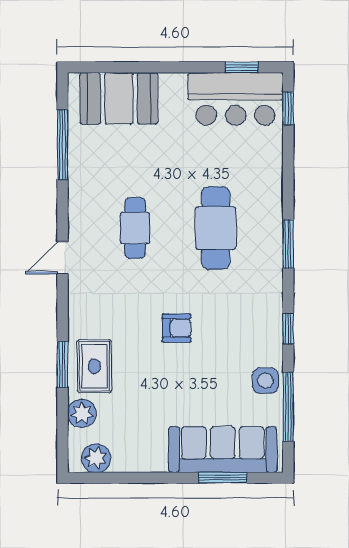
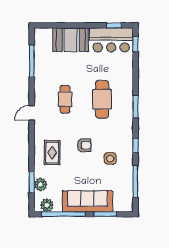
booth: (119, 98) -> (71, 40), moved
window: (63, 364) -> (32, 182), moved
rug: (94, 366) -> (52, 153), moved
side table: (265, 381) -> (110, 159), moved
sofa: (223, 450) -> (87, 201), moved
window: (132, 478) -> (64, 214), added

